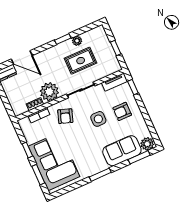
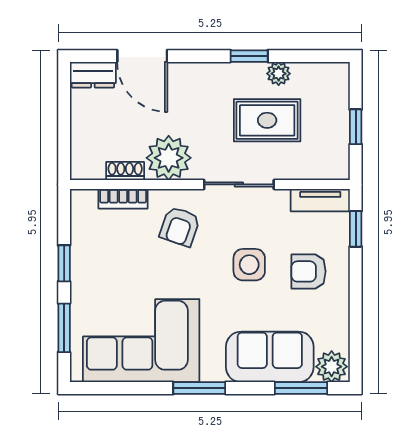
corner sofa: (54, 161) -> (141, 341), moved, turned -90

